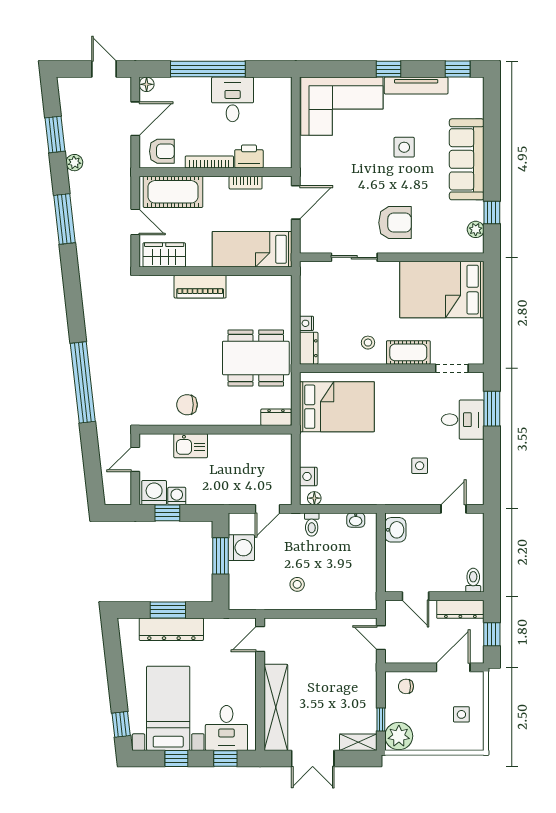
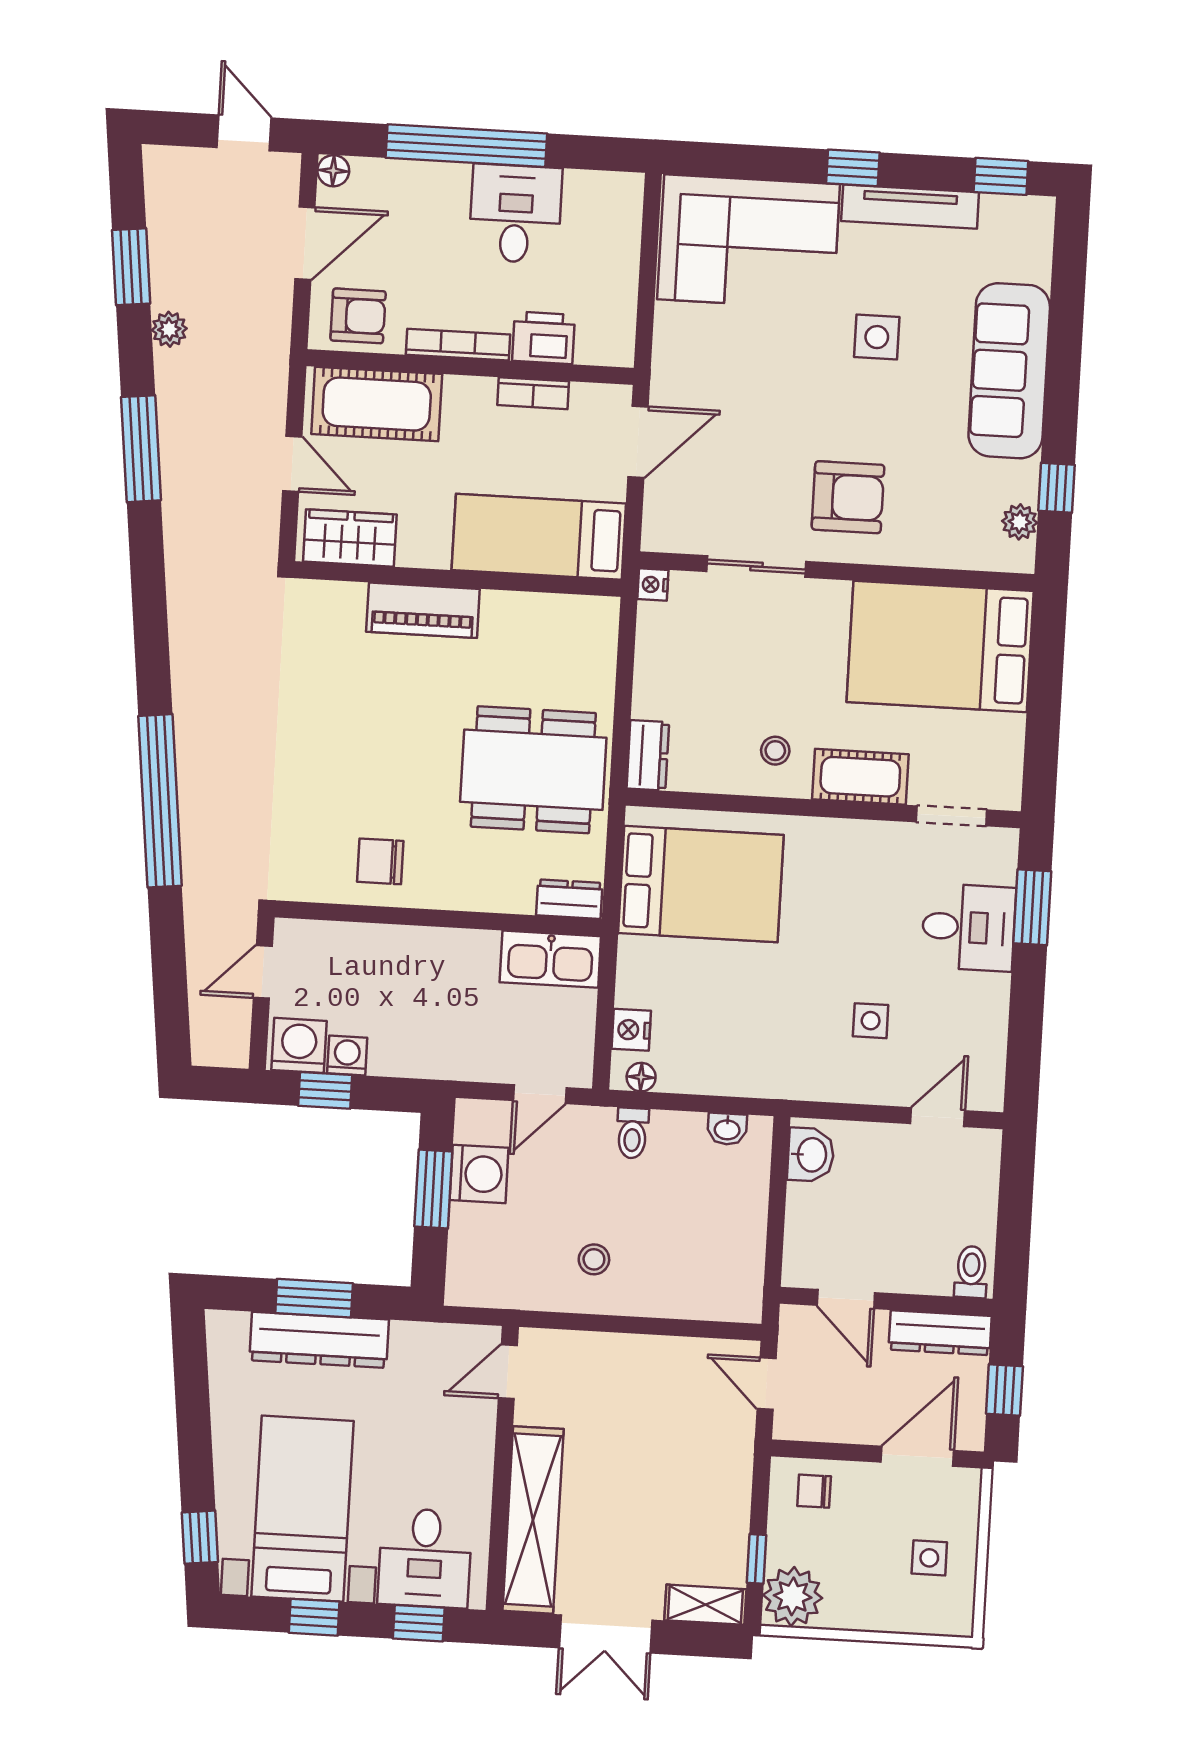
nightstand: (307, 323) -> (653, 585), moved
kitchen sink: (191, 446) -> (550, 959), moved, width x1.38

